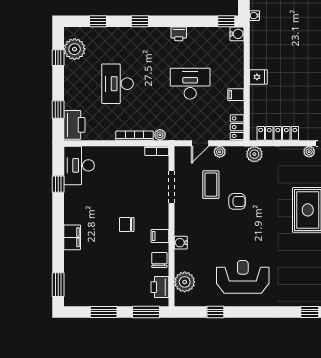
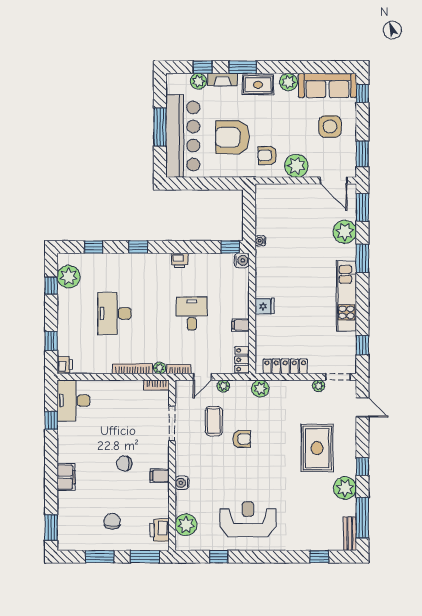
desk: (190, 84) -> (192, 313), width x0.73
printer: (74, 125) -> (65, 365), width x0.53, depth x0.68
bookcase: (178, 136) -> (179, 369), added
chair: (159, 260) -> (112, 521), moved

